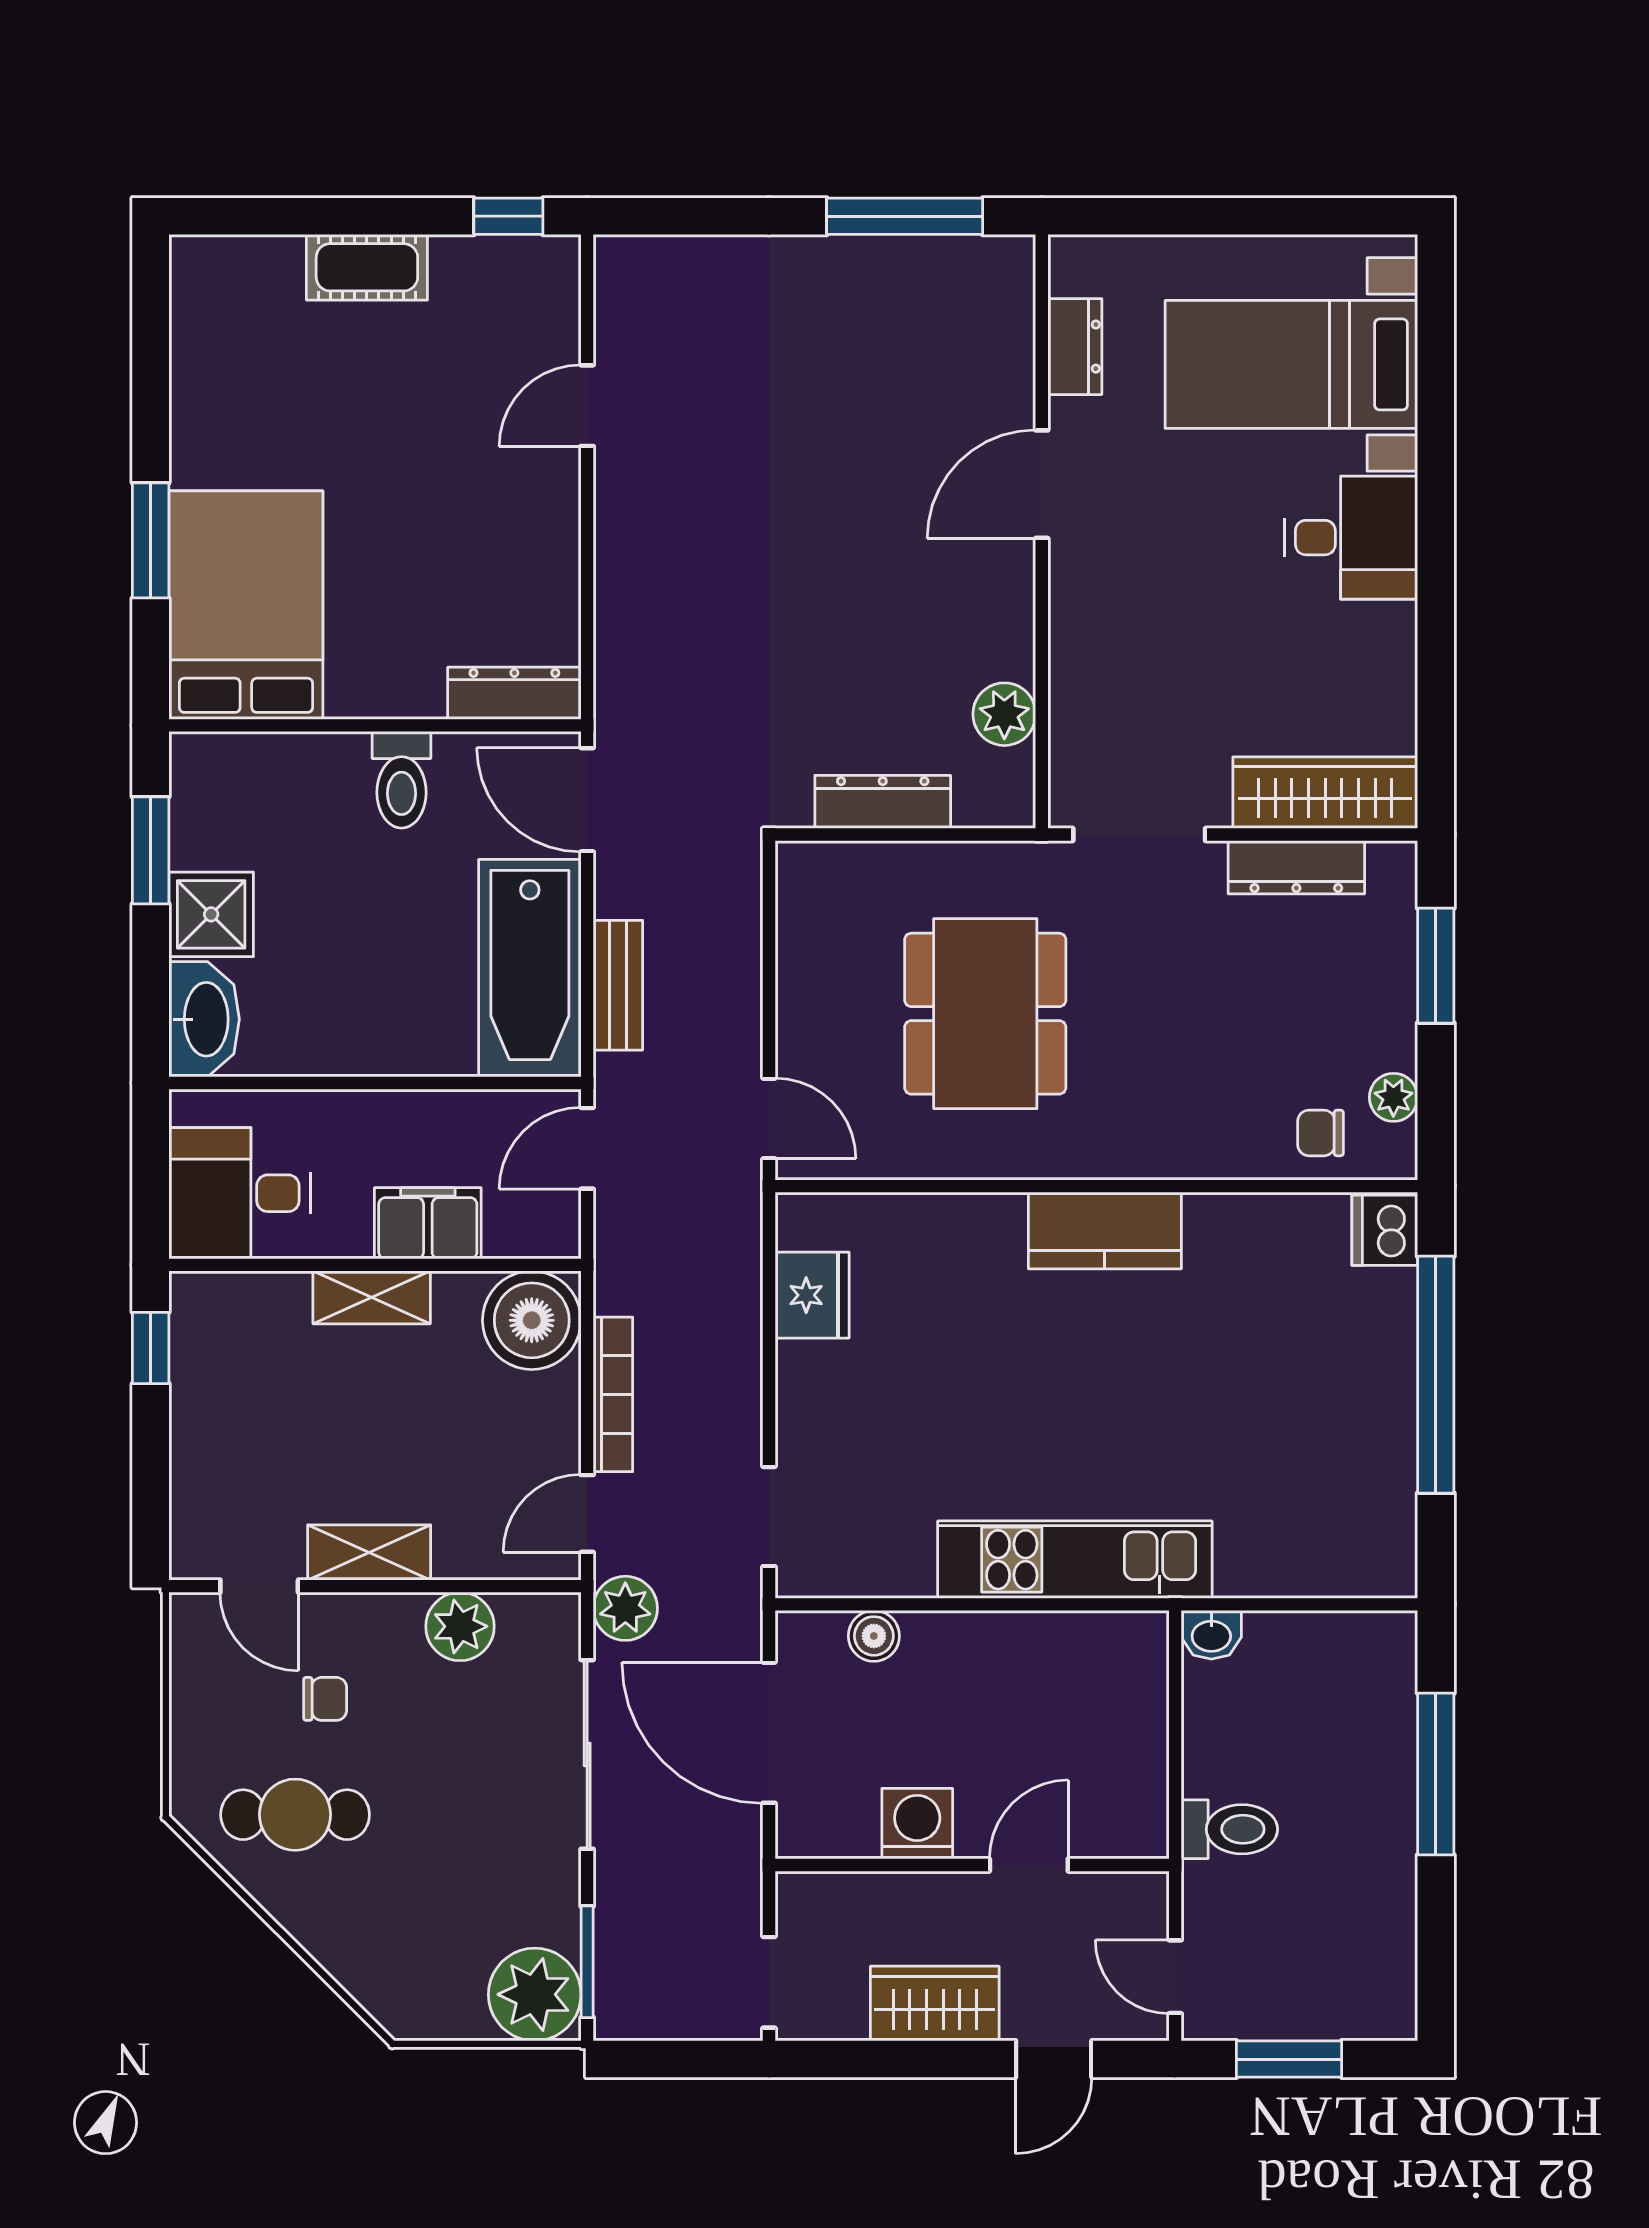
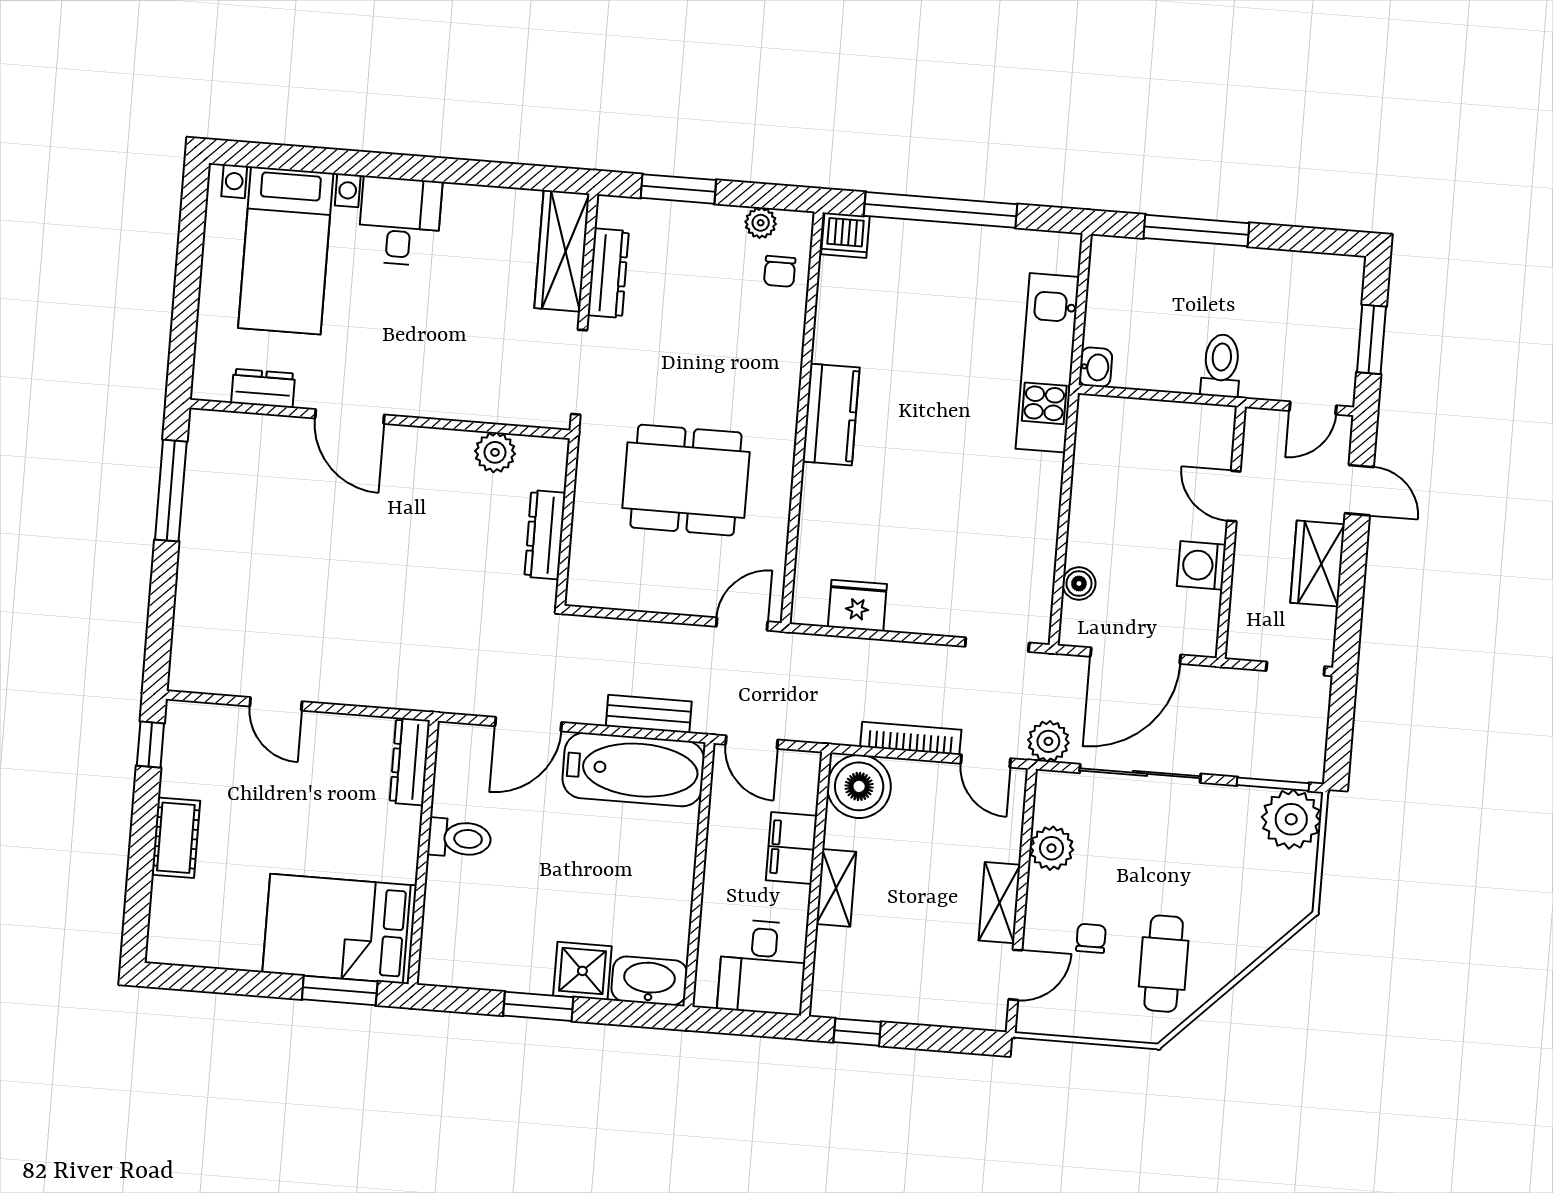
bed: (246, 605) -> (339, 929), moved
dresser: (514, 693) -> (410, 761), moved
wall: (375, 725) -> (423, 852), moved
toilet: (402, 780) -> (459, 838), moved
kitchen unit: (1075, 1560) -> (1047, 363), moved

